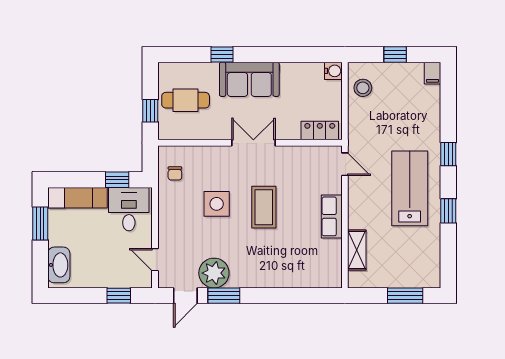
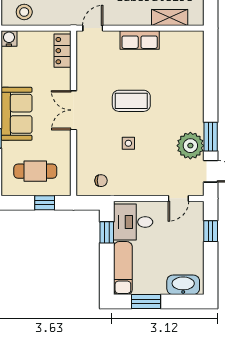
cafe table: (186, 100) -> (35, 171), turned 90
side table: (217, 204) -> (128, 143), width x0.54, depth x0.54

